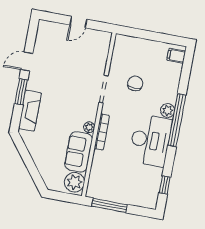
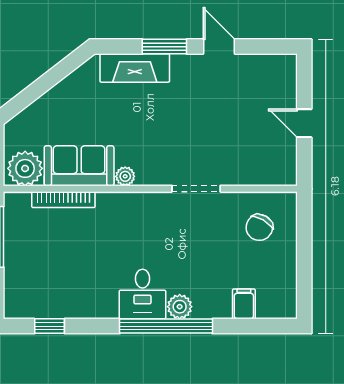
filing cabinet: (176, 56) -> (244, 304), moved
chair: (135, 83) -> (259, 227), moved, turned 120
bookcase: (102, 132) -> (63, 200), moved
desk: (150, 140) -> (142, 294), width x0.53, depth x0.77

